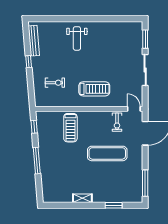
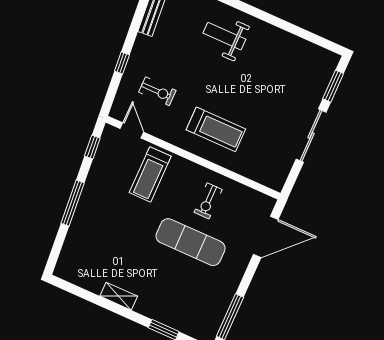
weight bench: (77, 38) -> (224, 36), turned 90
window: (29, 62) -> (122, 63), moved
door: (134, 109) -> (132, 130), moved
exercise bike: (117, 122) -> (208, 201), moved

